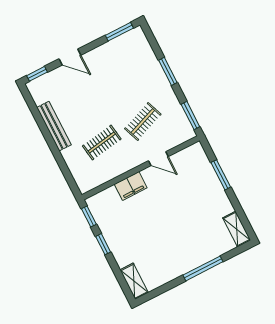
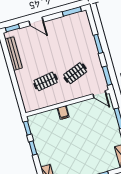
bench: (54, 126) -> (14, 54), moved
door: (158, 159) -> (100, 94), moved
filing cabinet: (131, 186) -> (63, 112), width x0.50

